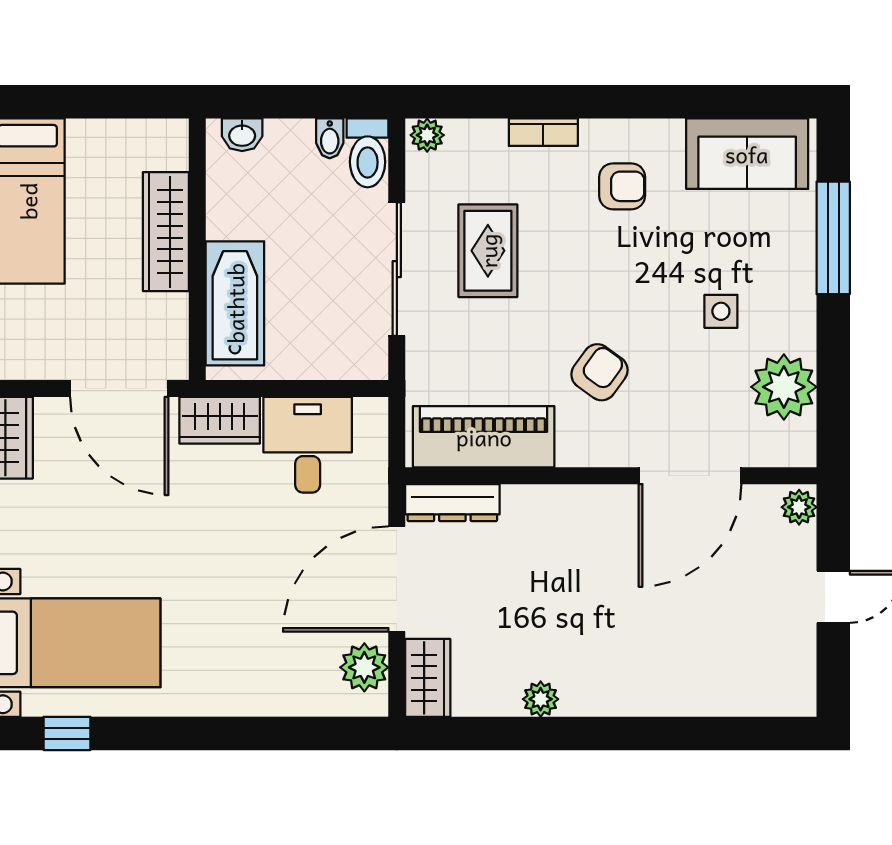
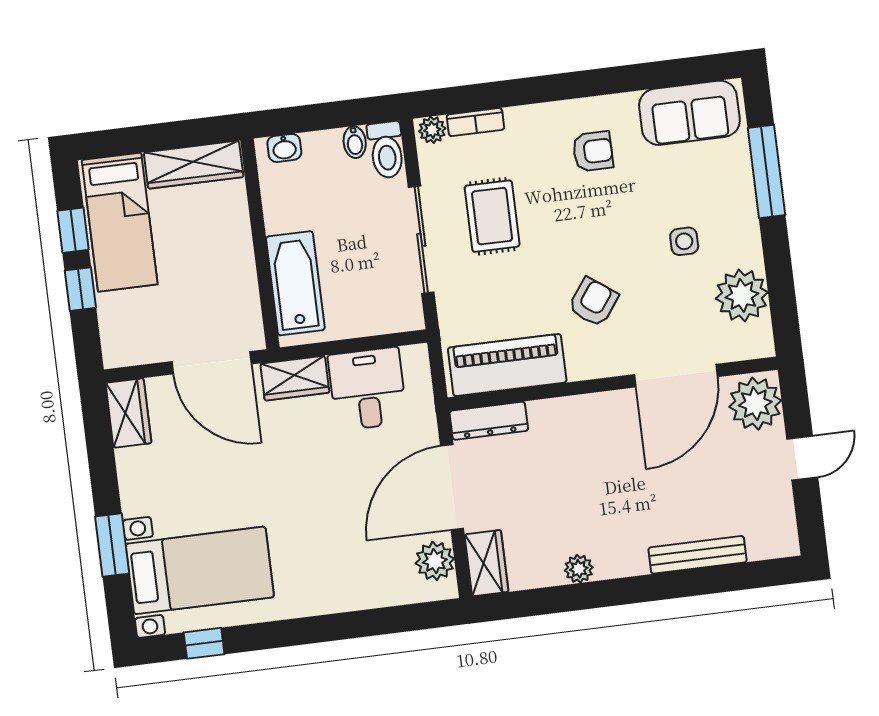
bookcase: (543, 132) -> (475, 122), moved
wardrobe: (166, 232) -> (194, 165), moved, turned -90
plant: (799, 507) -> (755, 404), width x1.88, depth x1.88
bench: (689, 700) -> (698, 555), added

